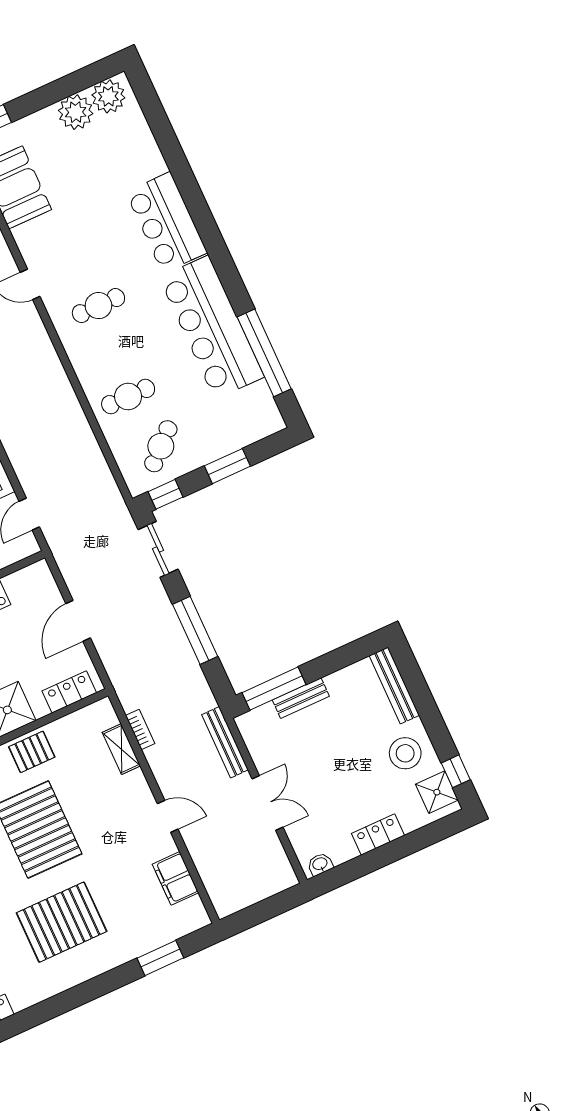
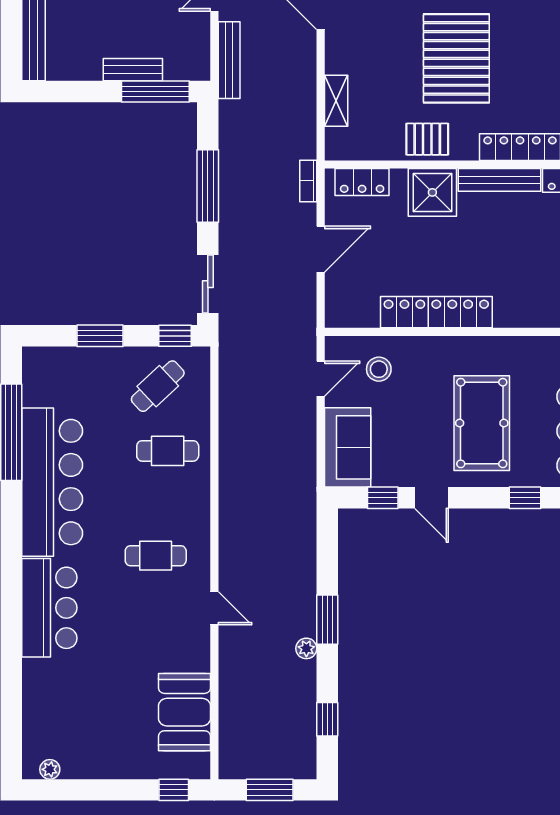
plant: (108, 96) -> (50, 769), width x0.53, depth x0.53
plant: (76, 112) -> (90, 760), removed
bookcase: (140, 730) -> (308, 181), moved

